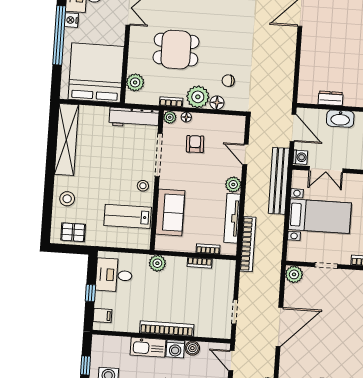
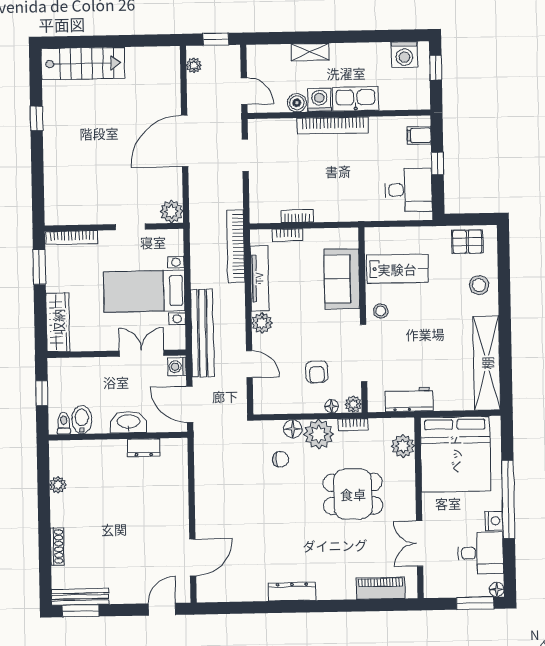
workbench: (134, 118) -> (409, 399), width x0.73
plant: (157, 263) -> (353, 211), removed

